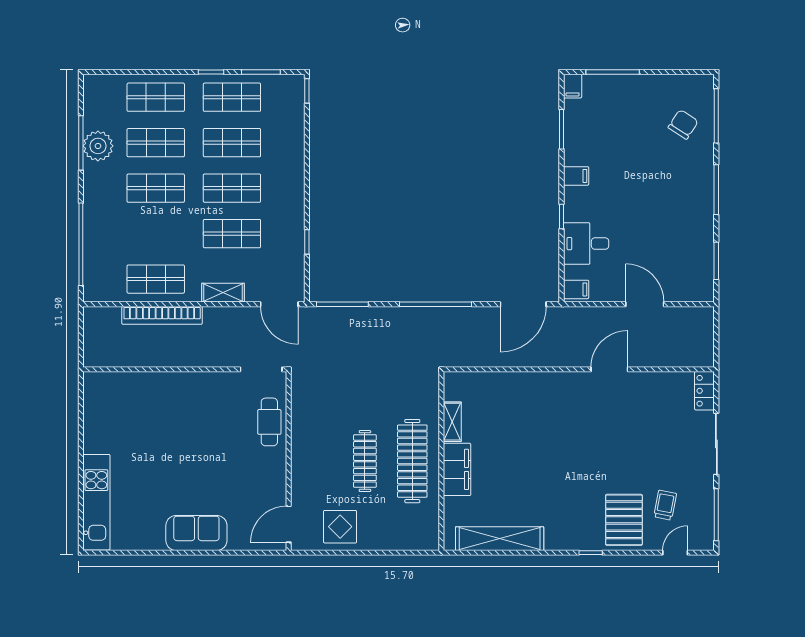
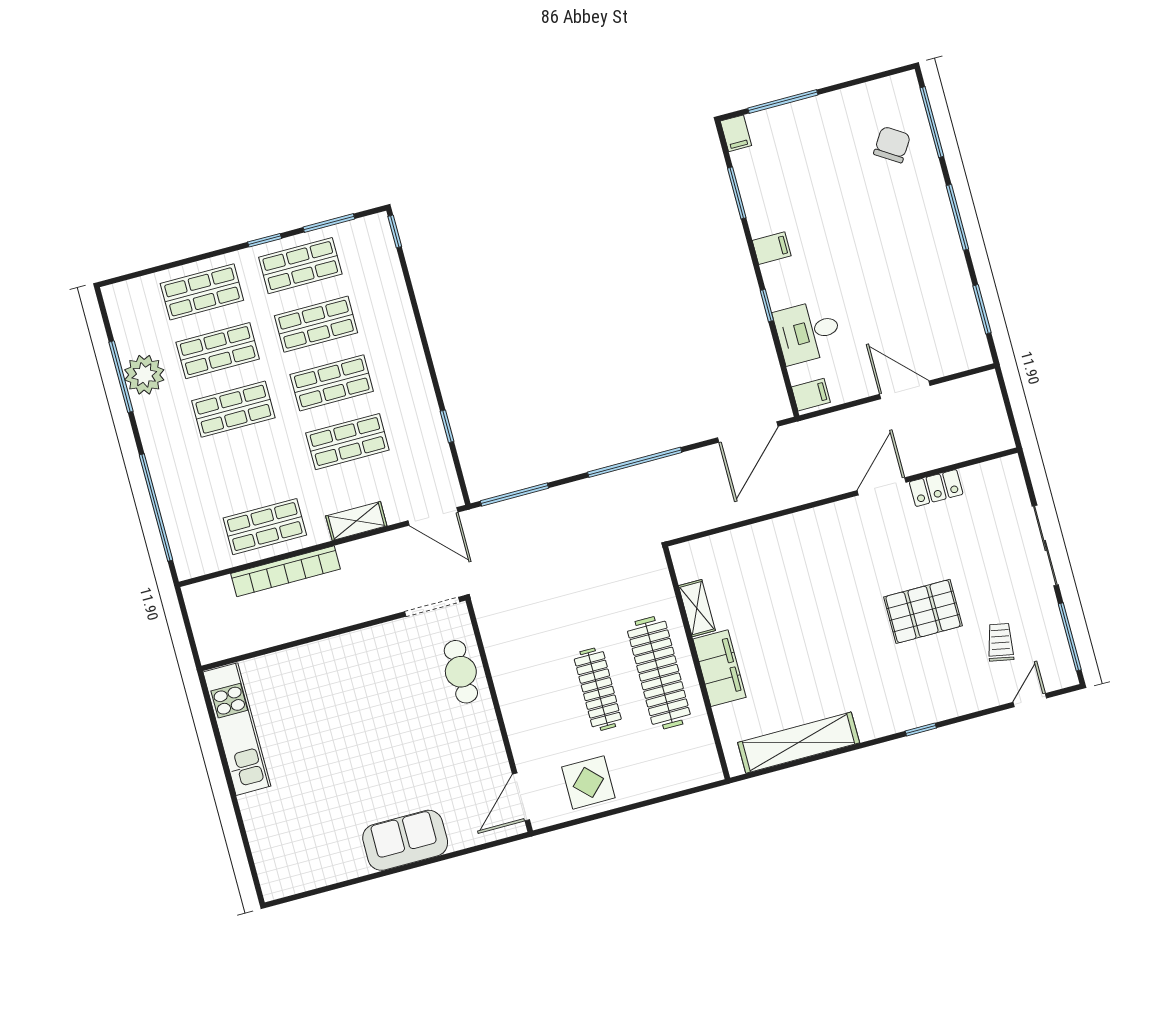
locker: (704, 391) -> (936, 488), moved, turned -90
kitchen unit: (96, 502) -> (237, 729), moved
pallet: (624, 520) -> (923, 611), moved, turned 90

